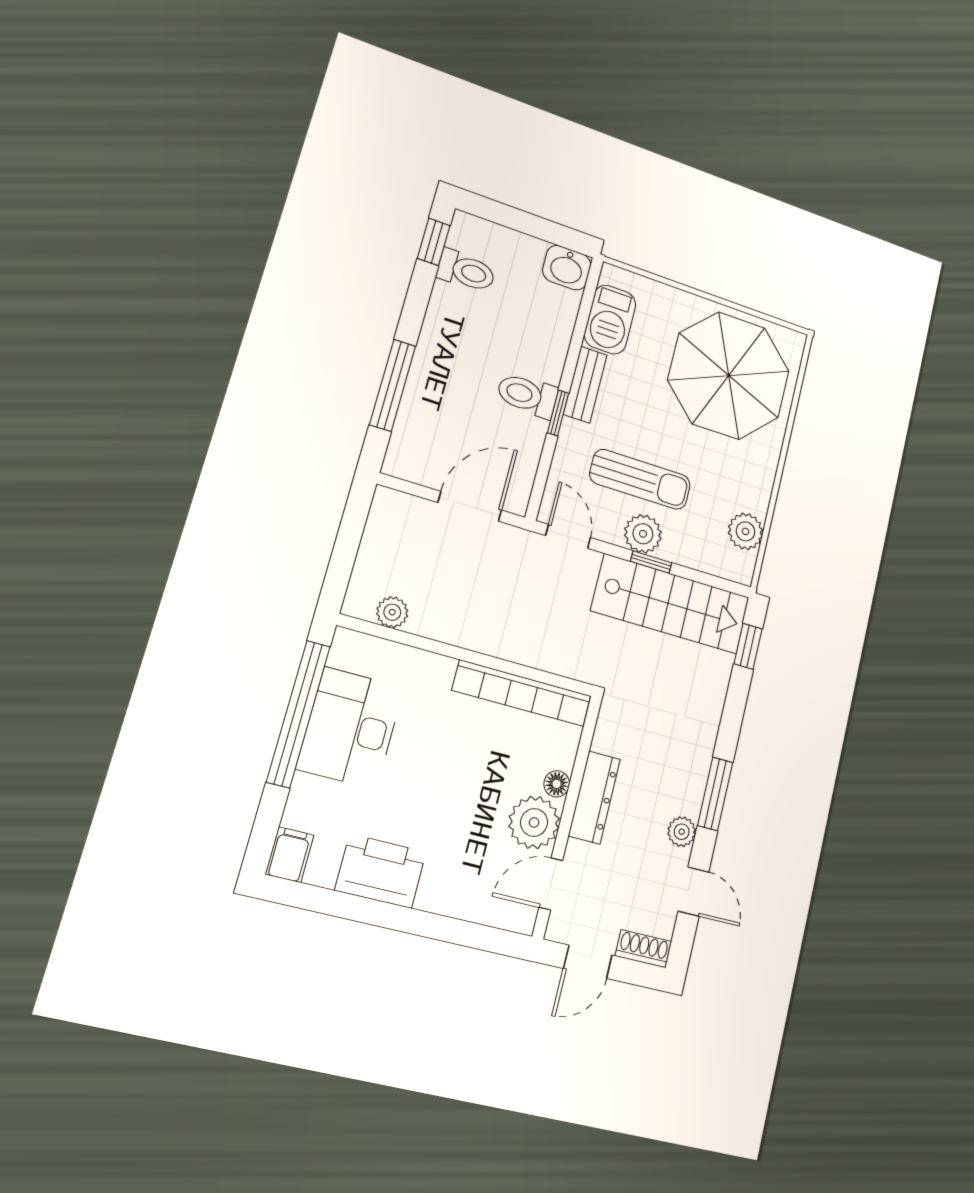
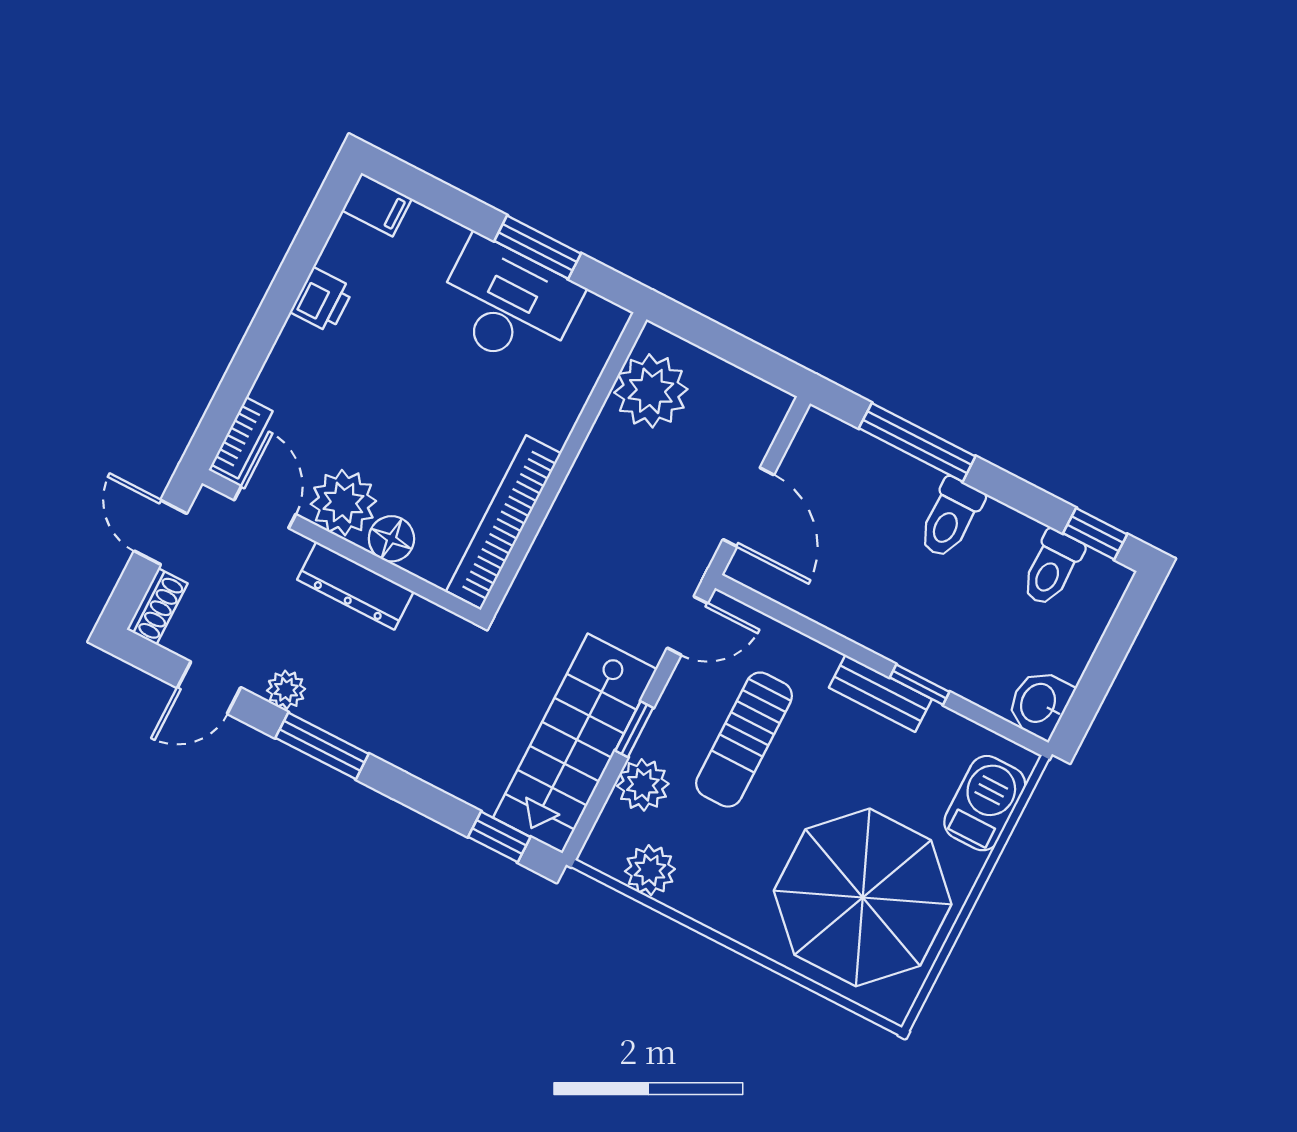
barbecue: (610, 320) -> (985, 803), moved, turned 90
toilet: (527, 395) -> (950, 518), moved, turned 180
window: (558, 413) -> (920, 685), moved
plant: (643, 534) -> (643, 785), moved
plant: (392, 612) -> (651, 391), width x1.87, depth x1.87
window: (298, 714) -> (538, 247), width x0.47
floor lamp: (557, 784) -> (391, 539), width x1.37, depth x1.37
printer: (381, 871) -> (322, 300), width x0.53, depth x0.68
bookcase: (502, 917) -> (242, 438), added

